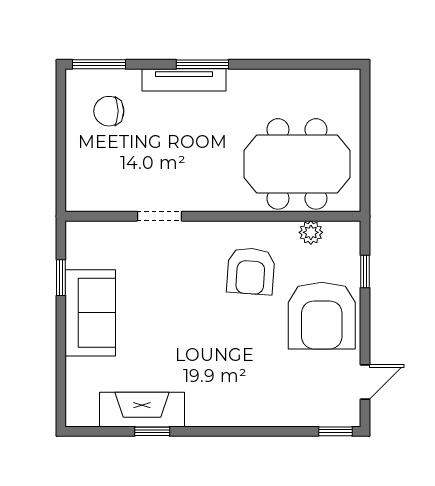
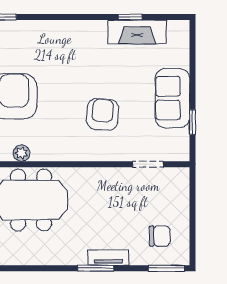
tv unit: (184, 80) -> (108, 258), width x0.71
doorway: (159, 216) -> (148, 164), moved
armchair: (251, 271) -> (103, 114), moved

